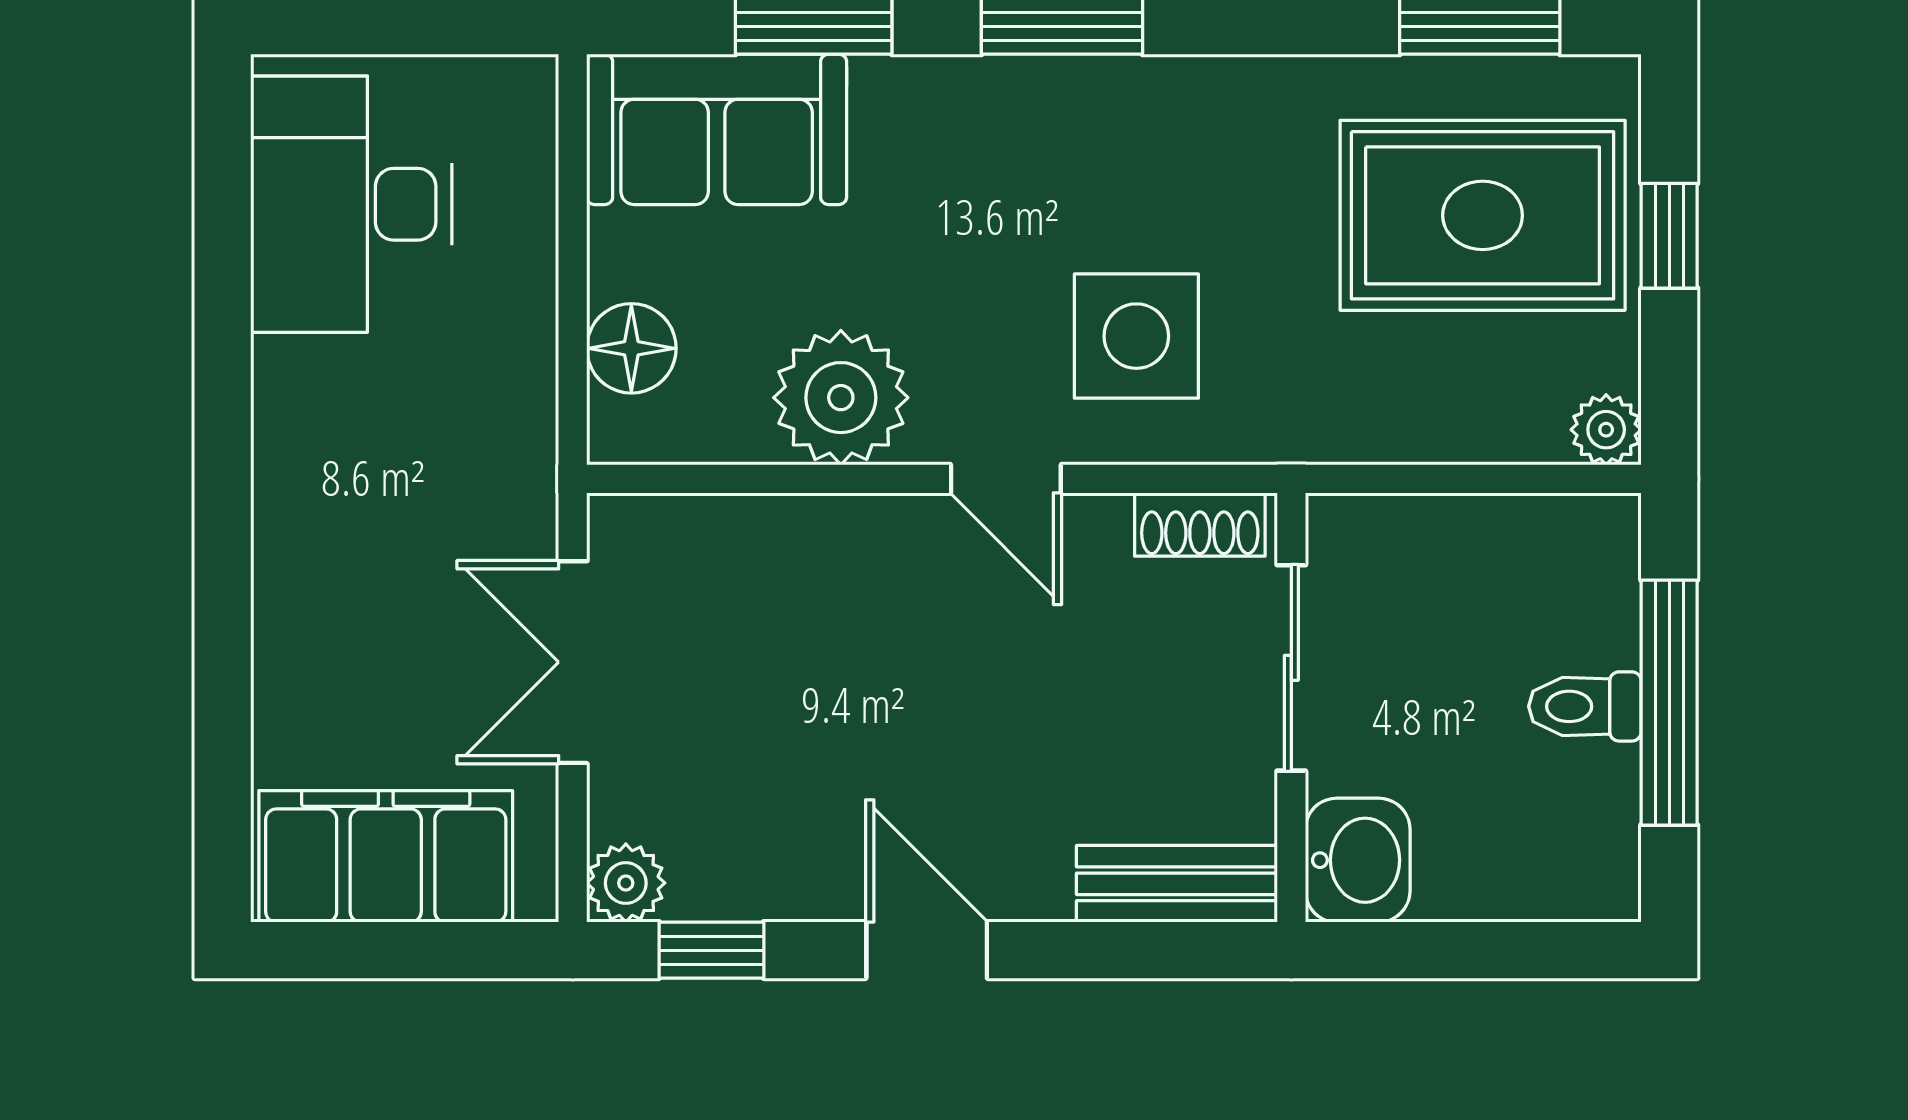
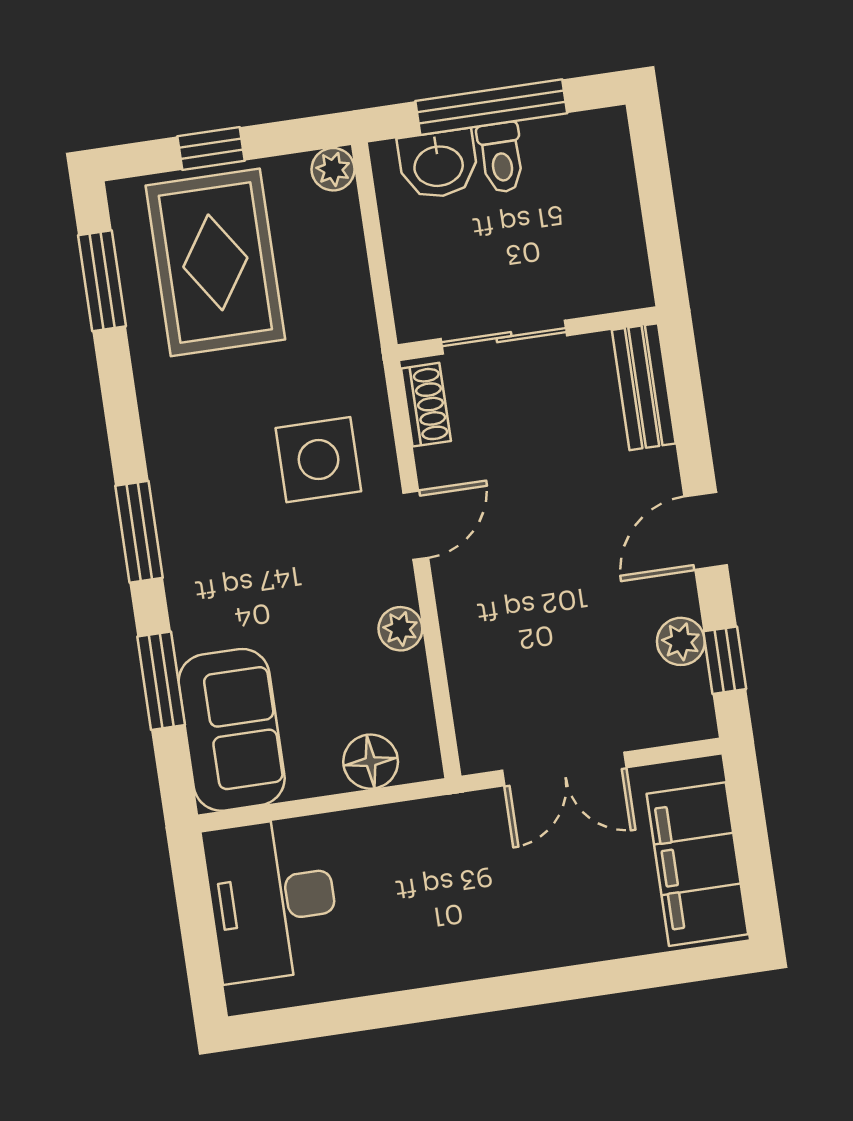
desk: (351, 204) -> (272, 899), moved, turned 90
plant: (841, 398) -> (400, 629), width x0.53, depth x0.53
washbasin: (1358, 860) -> (438, 164), moved, turned 180
plant: (626, 883) -> (681, 641), moved

